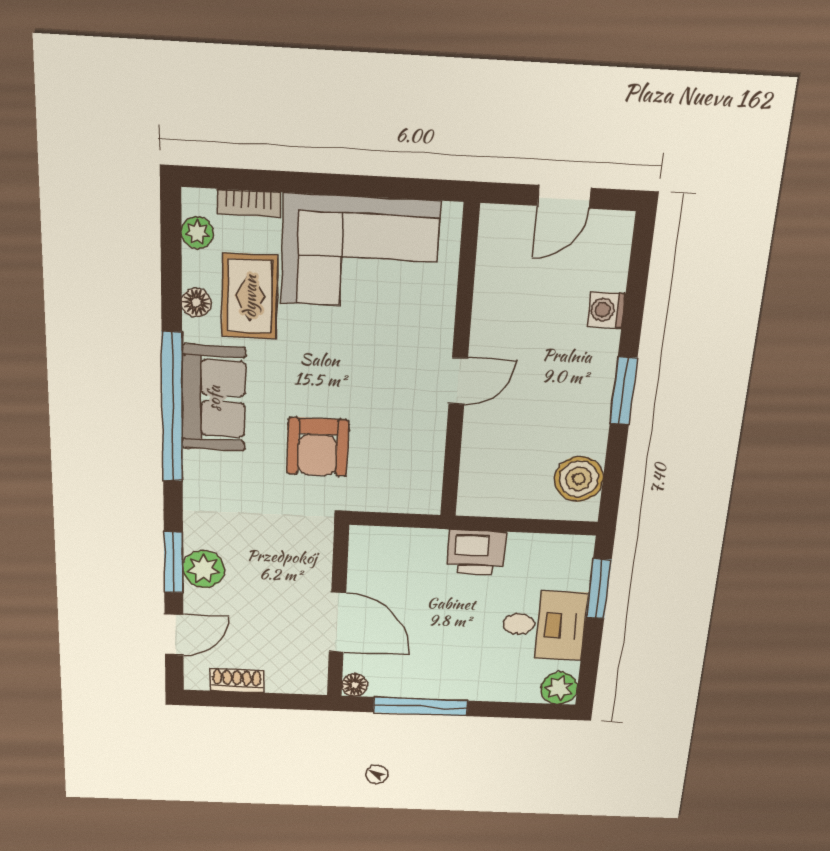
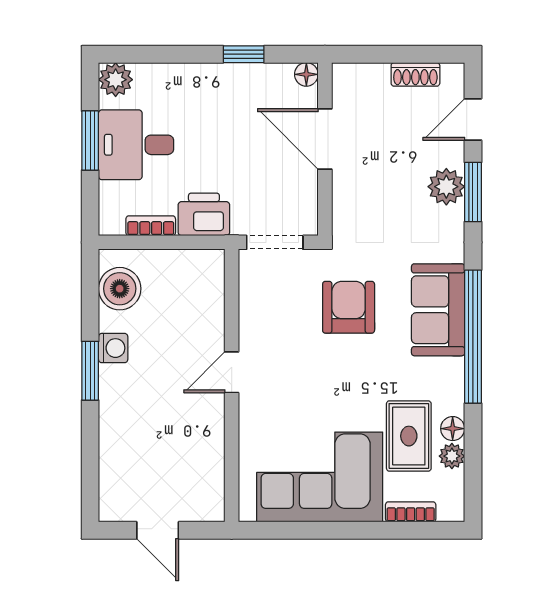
door: (564, 197) -> (158, 530), swing flipped
plant: (197, 233) -> (452, 456), moved
washing machine: (606, 310) -> (113, 348), moved
sofa: (214, 398) -> (438, 310), moved
doorway: (399, 520) -> (275, 242), added
bookcase: (537, 543) -> (151, 226), added
window: (599, 589) -> (90, 141), moved
window: (421, 707) -> (244, 54), width x0.46

